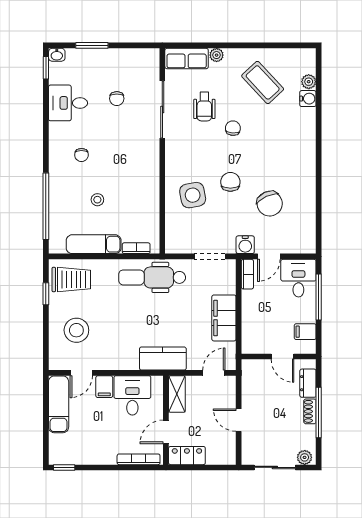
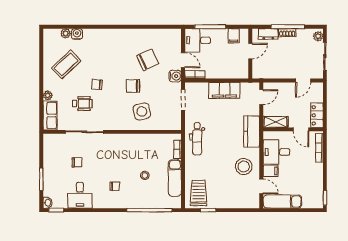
dental chair: (152, 277) -> (197, 139), width x0.73, depth x0.72
stool: (76, 330) -> (244, 167), moved
door: (214, 373) -> (261, 97), swing flipped
door: (239, 420) -> (303, 80), moved

